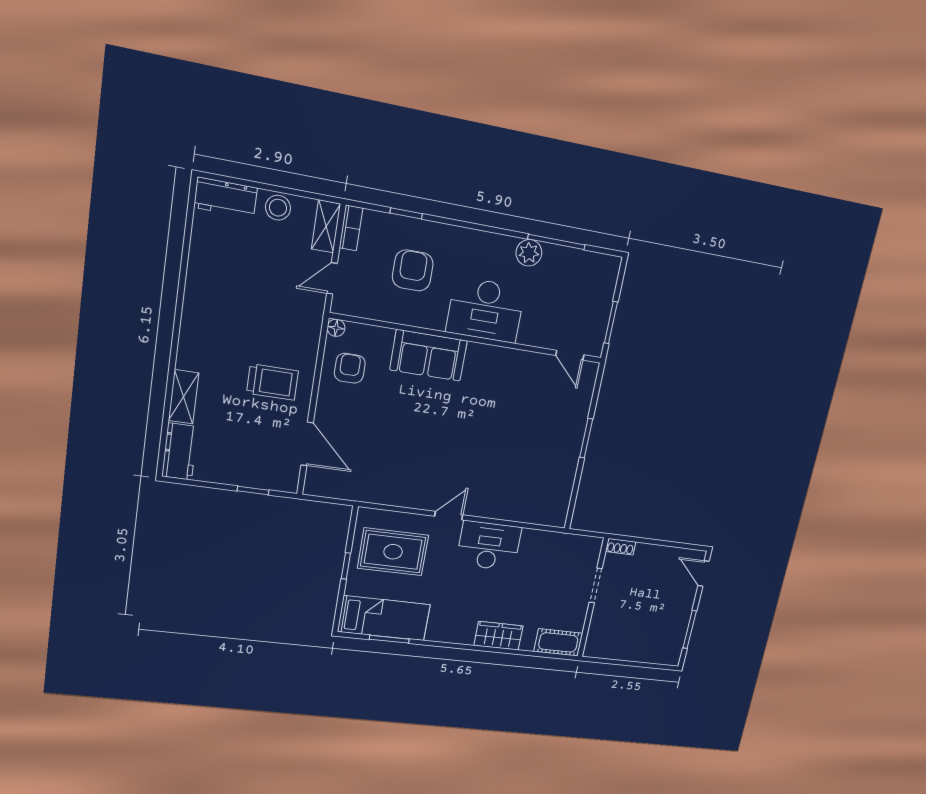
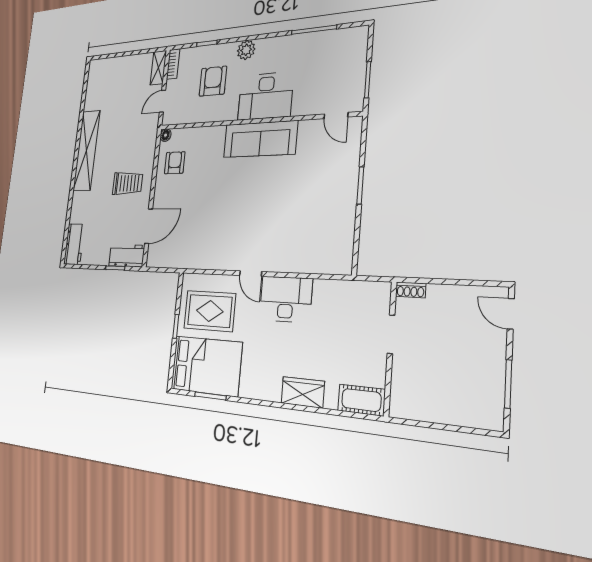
workbench: (225, 198) -> (127, 256), moved, turned 180
stool: (278, 208) -> (131, 65), removed
plant: (529, 253) -> (246, 50), moved
sofa: (429, 355) -> (260, 139), moved, width x1.36
shelving: (184, 397) -> (87, 150), moved, width x2.20, depth x1.33
door: (307, 444) -> (149, 226), hinge flipped
door: (449, 516) -> (251, 274), swing flipped
bed: (384, 618) -> (206, 366), width x1.50

